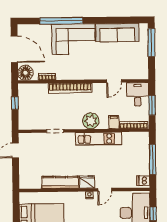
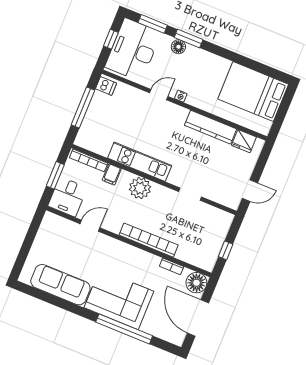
window: (151, 43) -> (23, 254), removed
fridge: (87, 182) -> (244, 141), moved

